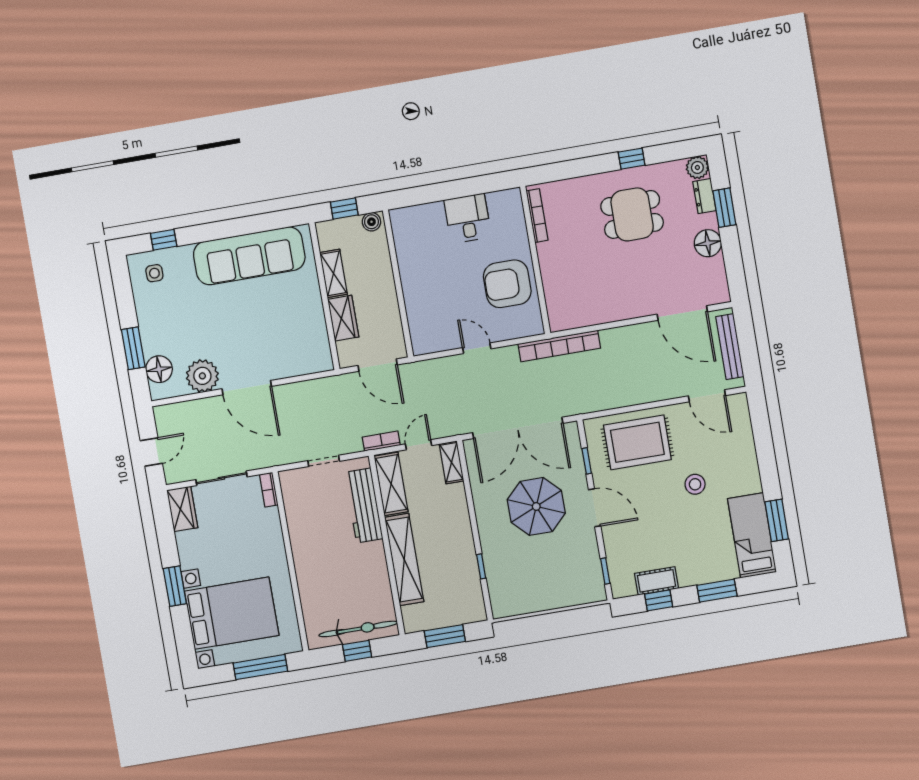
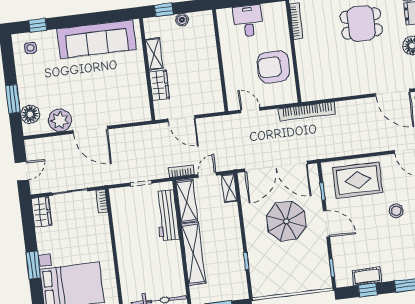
wall: (398, 284) -> (220, 60), moved

